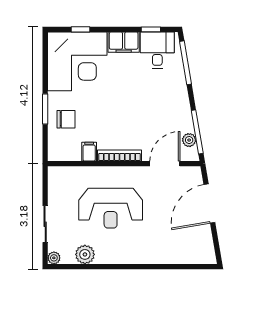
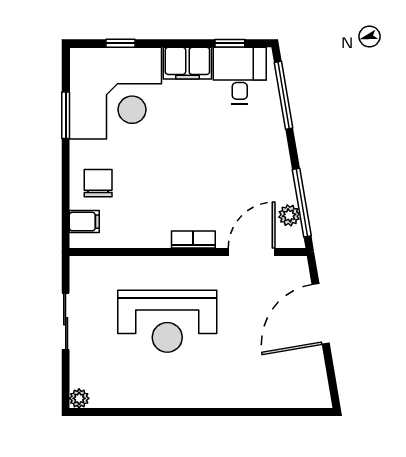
window: (45, 109) -> (66, 115), moved
chair: (66, 119) -> (98, 183), turned -90
filing cabinet: (89, 152) -> (84, 222), moved, turned 90
bookcase: (119, 156) -> (193, 240), width x0.64
sliding door: (45, 224) -> (66, 321), moved
plant: (85, 254) -> (127, 393), removed

